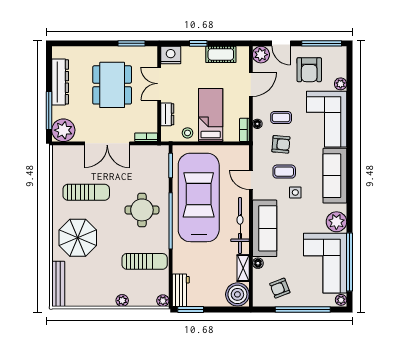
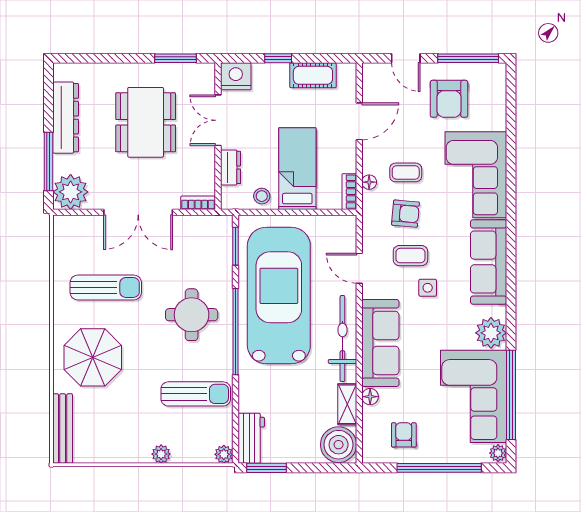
plant: (261, 55) -> (375, 76), removed
plant: (341, 84) -> (497, 121), removed
armchair: (280, 288) -> (404, 435), turned 111

